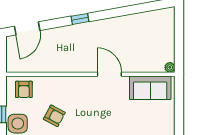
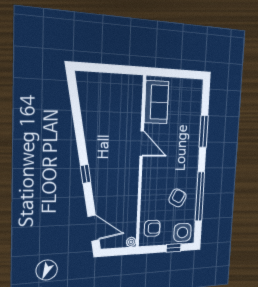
plant: (170, 67) -> (131, 242), moved
door: (109, 74) -> (142, 144), swing flipped

